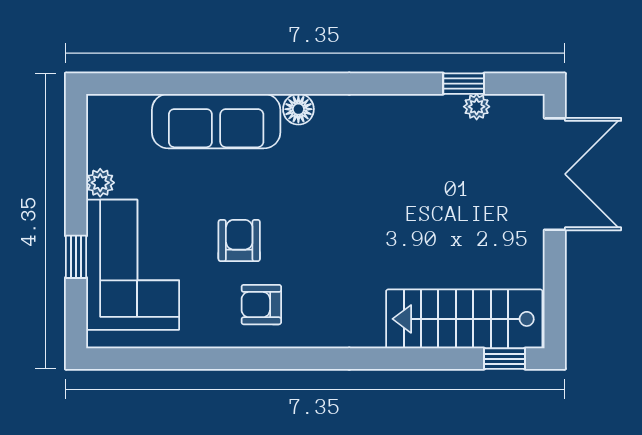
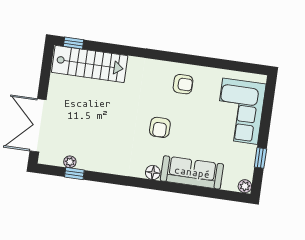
plant: (100, 183) -> (245, 186), moved
armchair: (239, 241) -> (160, 127), moved
window: (76, 257) -> (260, 158), moved

